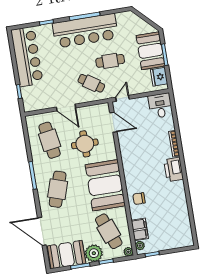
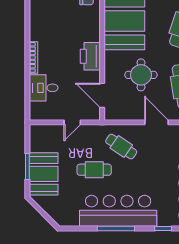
fridge: (159, 77) -> (38, 141), removed
door: (122, 98) -> (72, 122), moved
desk: (160, 106) -> (44, 88), moved, turned 90
printer: (174, 169) -> (90, 56), moved, turned 180

